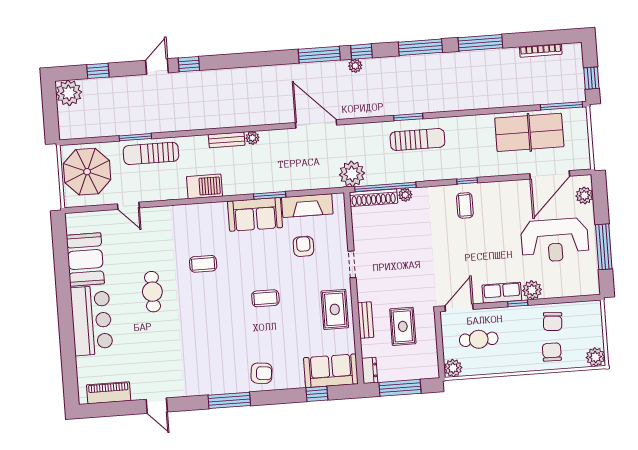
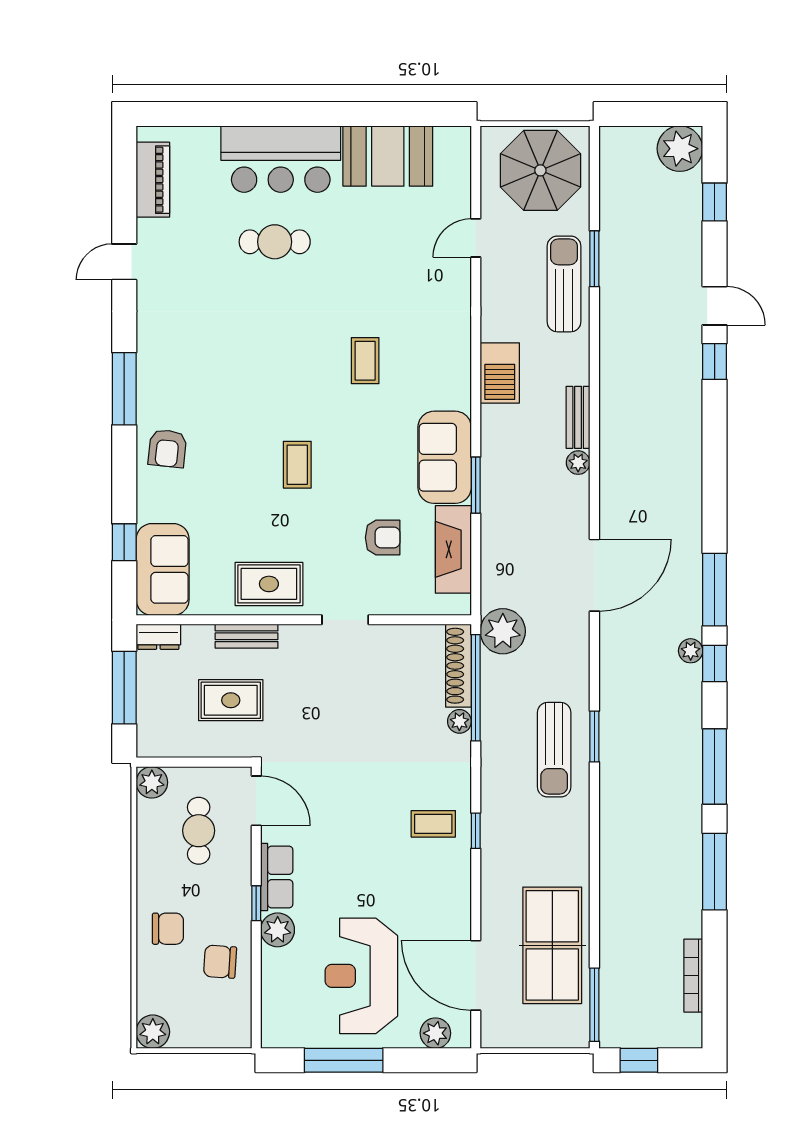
cafe table: (152, 292) -> (275, 242), moved
chair: (552, 352) -> (168, 929), moved

